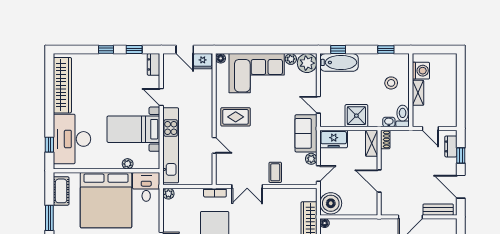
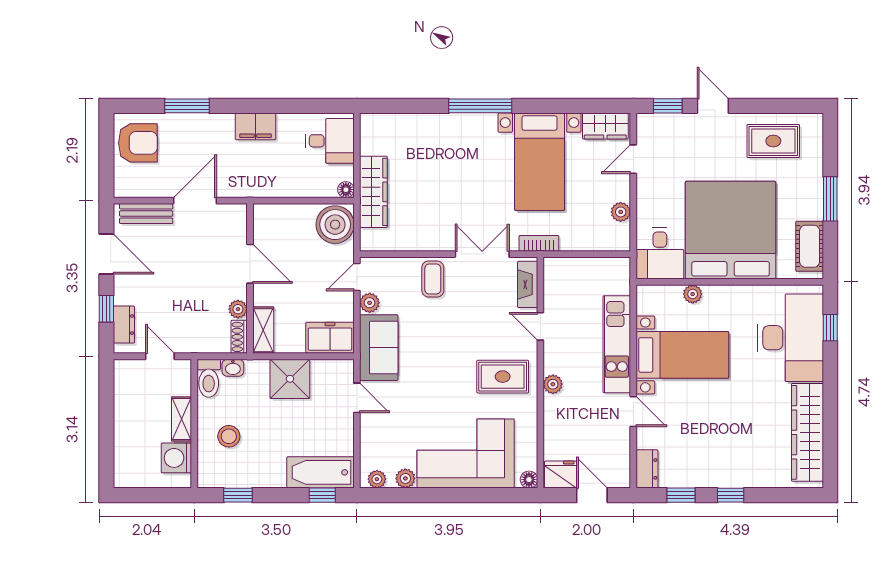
plant: (307, 63) -> (377, 479), width x0.53, depth x0.53
plant: (207, 113) -> (553, 384), added
kitchen unit: (171, 145) -> (617, 344), width x0.73
plant: (386, 155) -> (238, 309), added
fireplace: (221, 169) -> (528, 284), added
plant: (168, 194) -> (621, 212), moved

